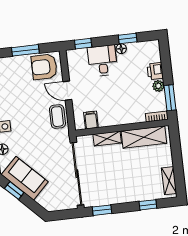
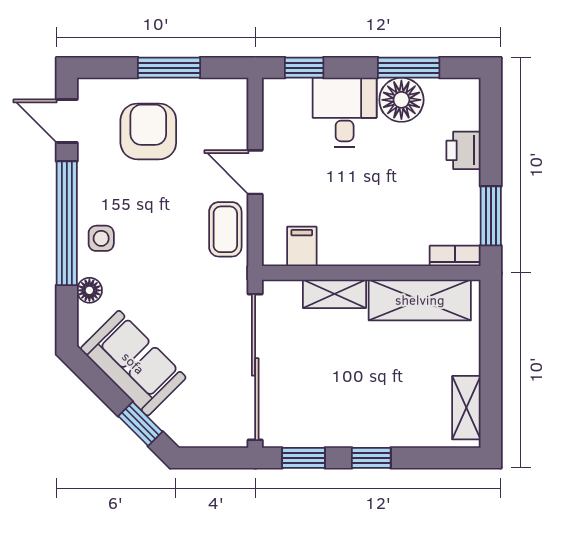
window: (128, 38) -> (409, 68), width x1.50
floor lamp: (121, 49) -> (401, 100), width x1.89, depth x1.89
armchair: (44, 67) -> (148, 131), moved, turned 90
plant: (158, 86) -> (467, 186), removed
window: (14, 191) -> (140, 424), moved
window: (148, 205) -> (371, 458), moved

